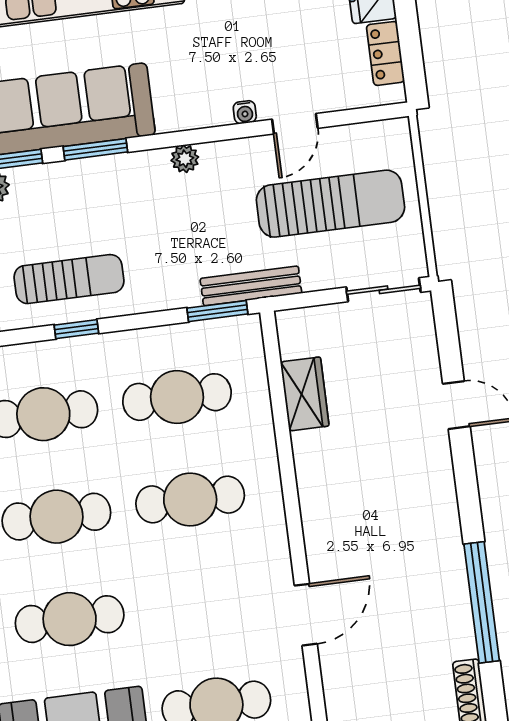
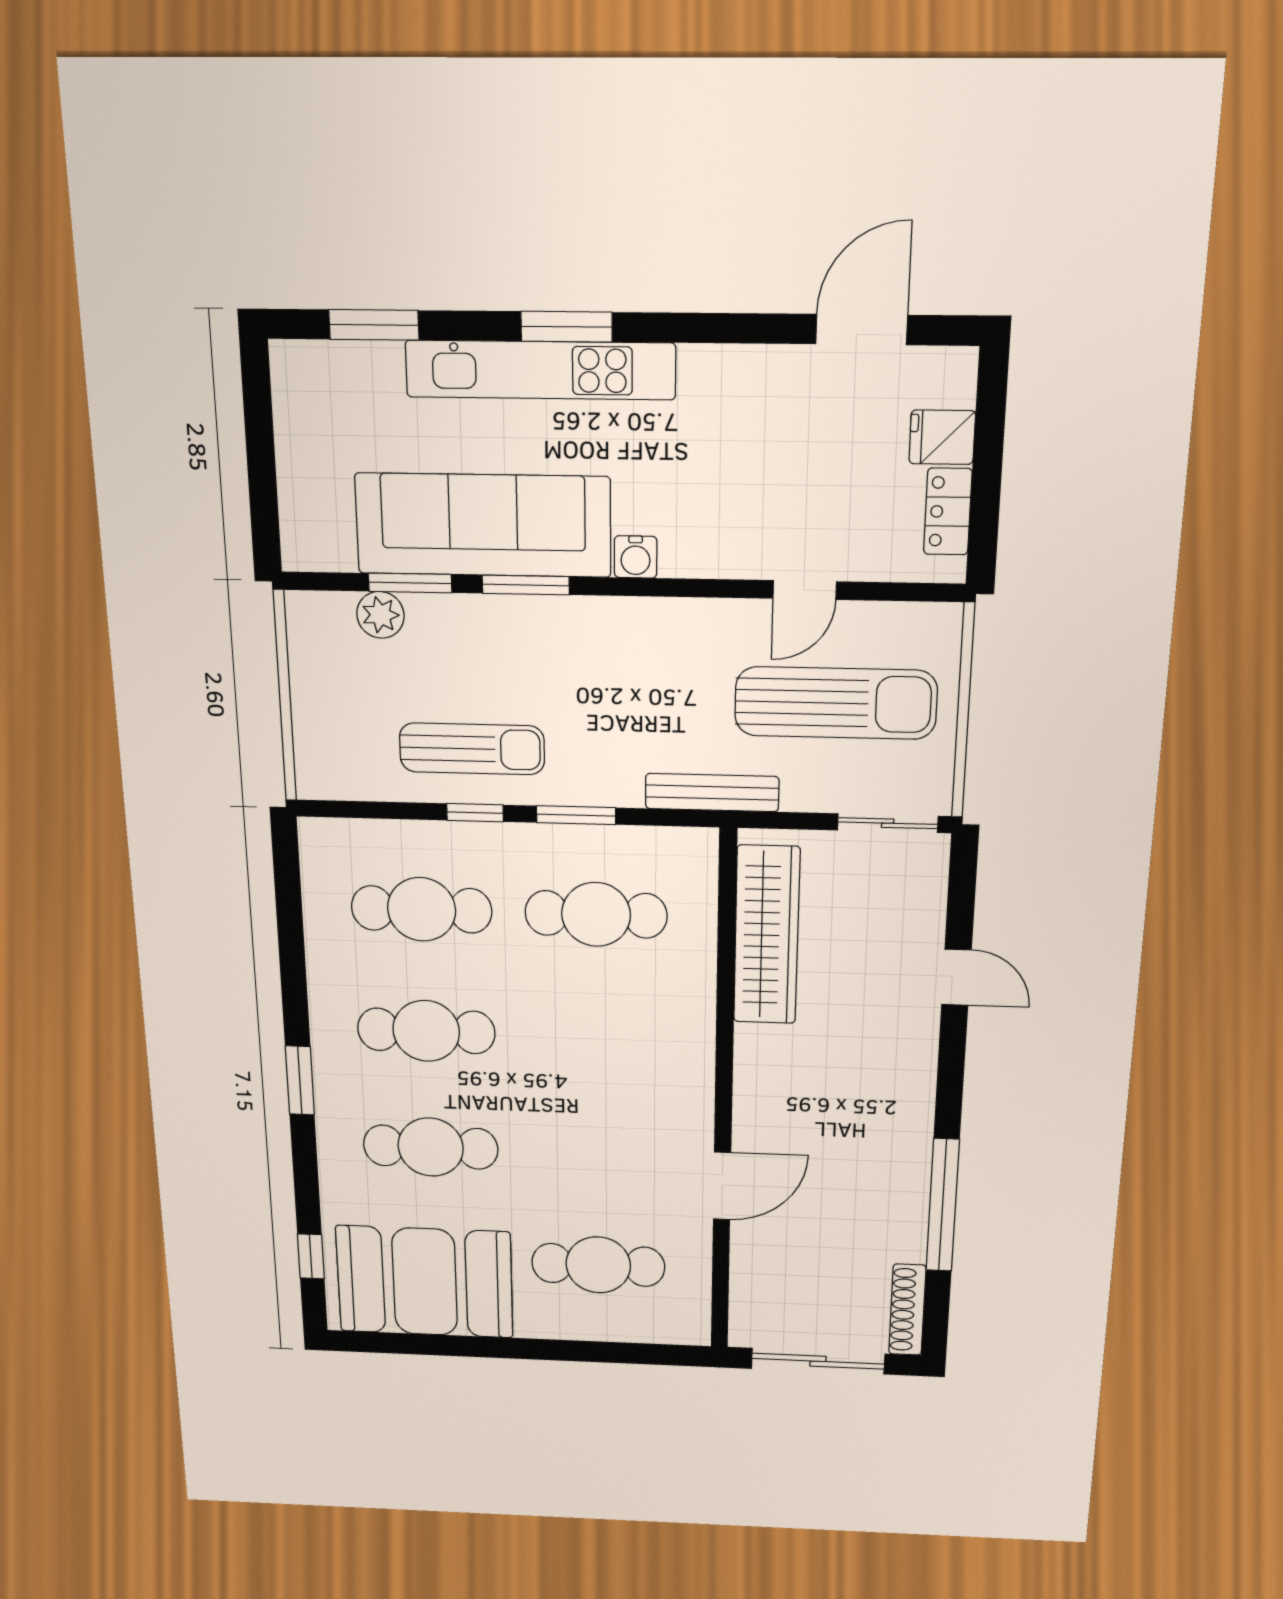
water cooler: (245, 112) -> (636, 557), moved, width x1.38, depth x1.38
plant: (185, 159) -> (647, 615), removed
window: (217, 311) -> (576, 815), moved
wardrobe: (305, 394) -> (767, 935), width x2.10, depth x1.17
cafe table: (190, 500) -> (597, 1036), removed

